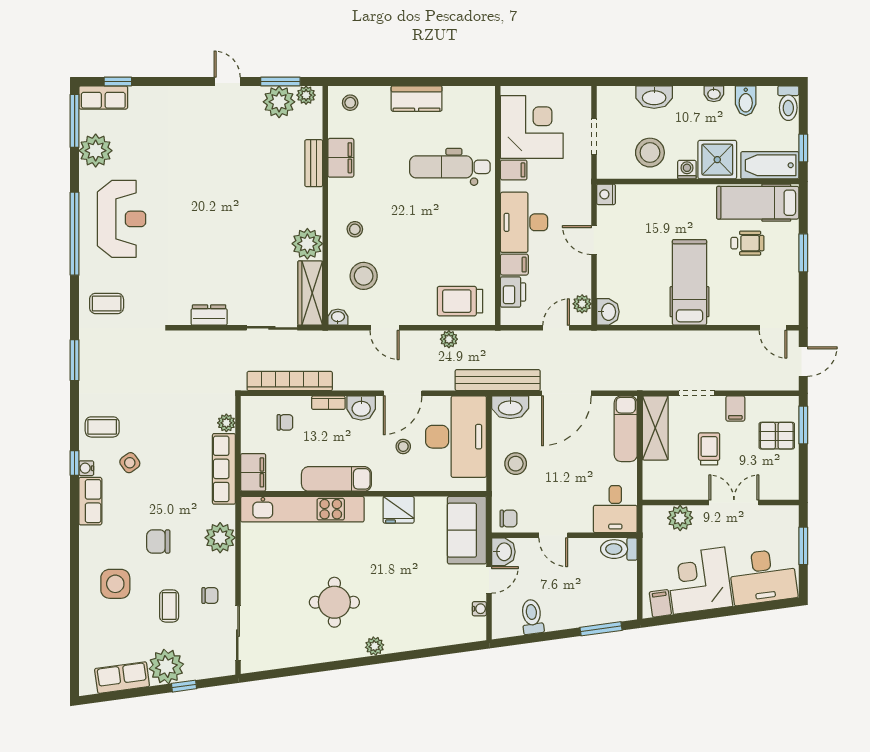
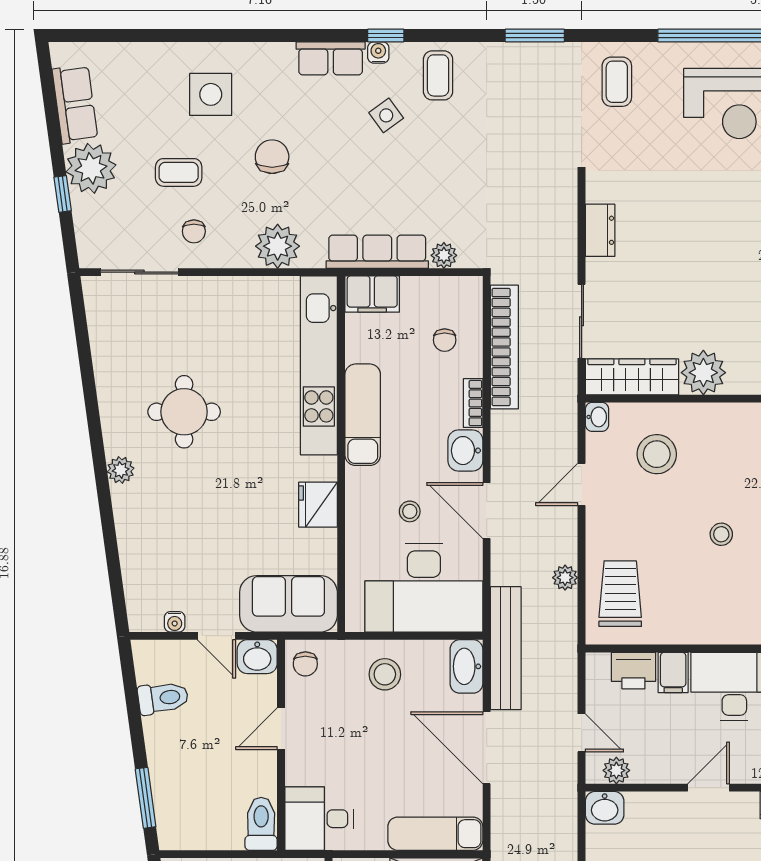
stool: (355, 229) -> (721, 534), moved

